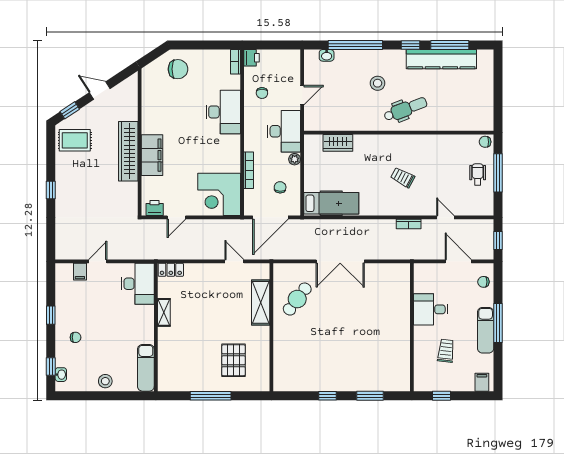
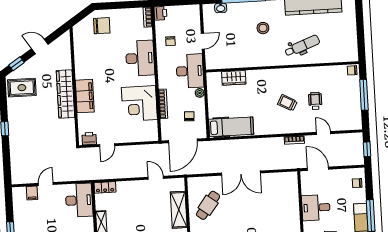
dental chair: (405, 109) -> (302, 46), moved
wheelchair: (478, 174) -> (315, 101), moved
corner desk: (219, 194) -> (139, 103), moved
door: (458, 261) -> (318, 169), moved

